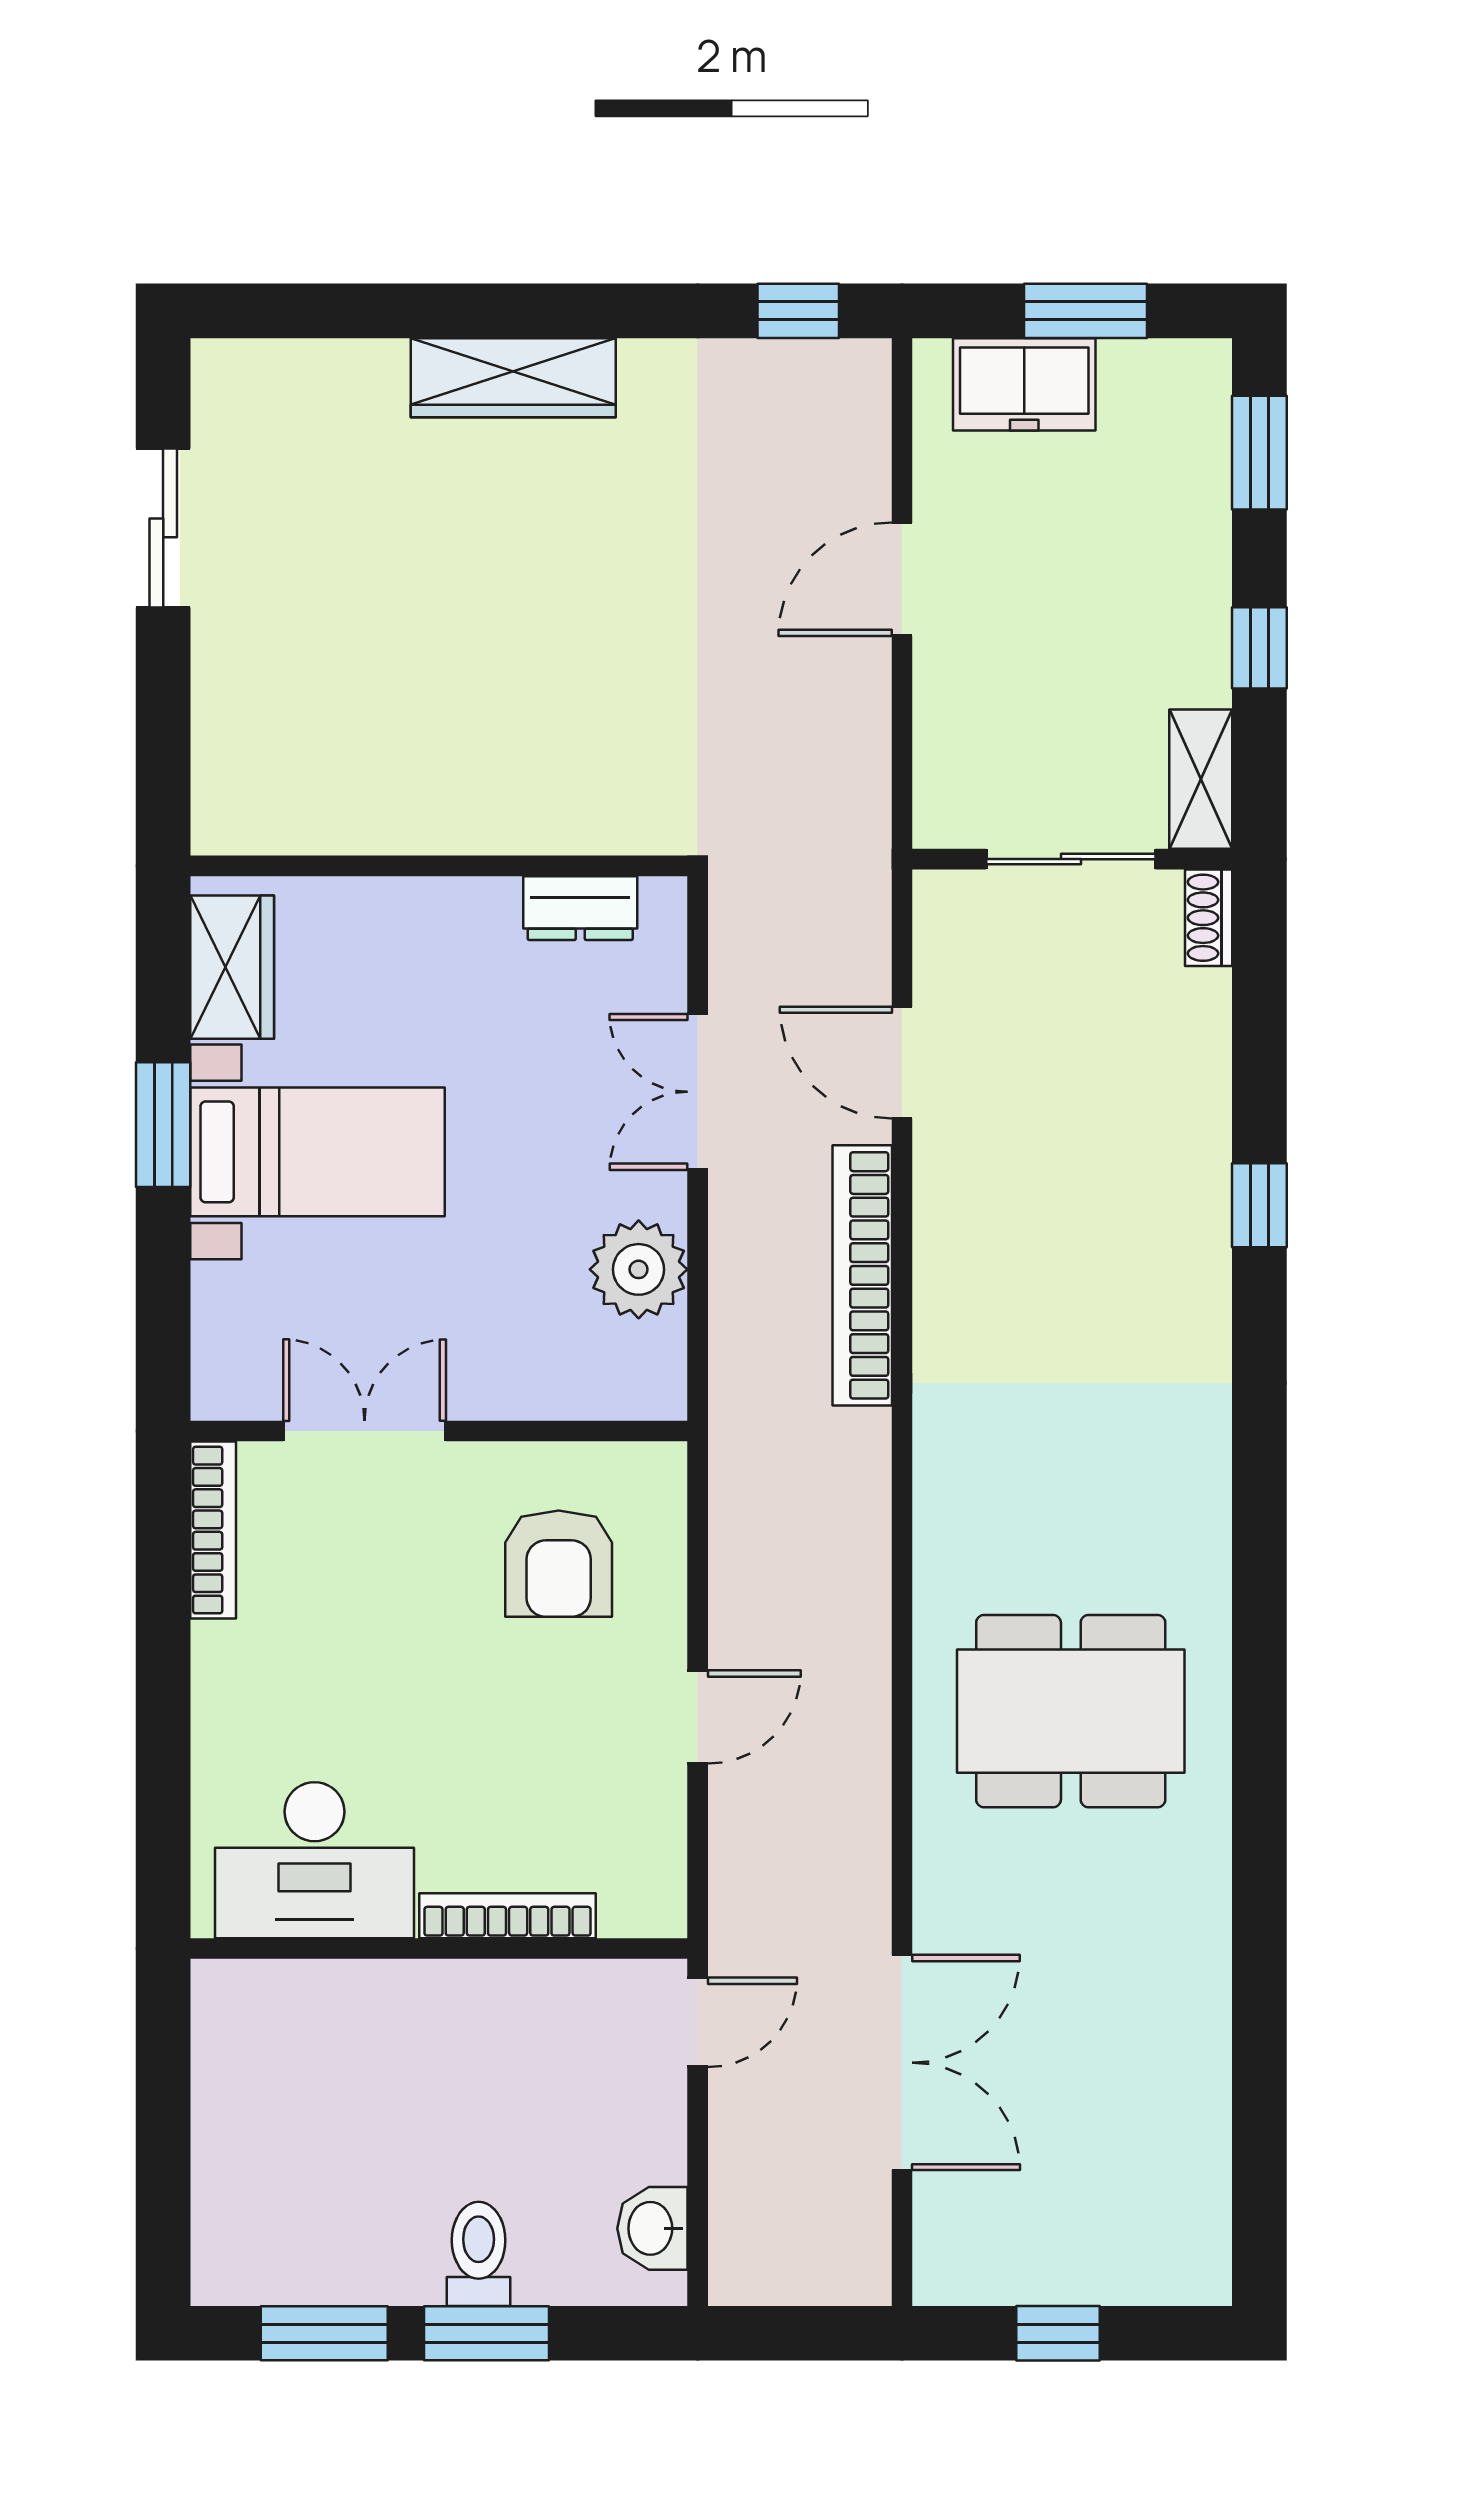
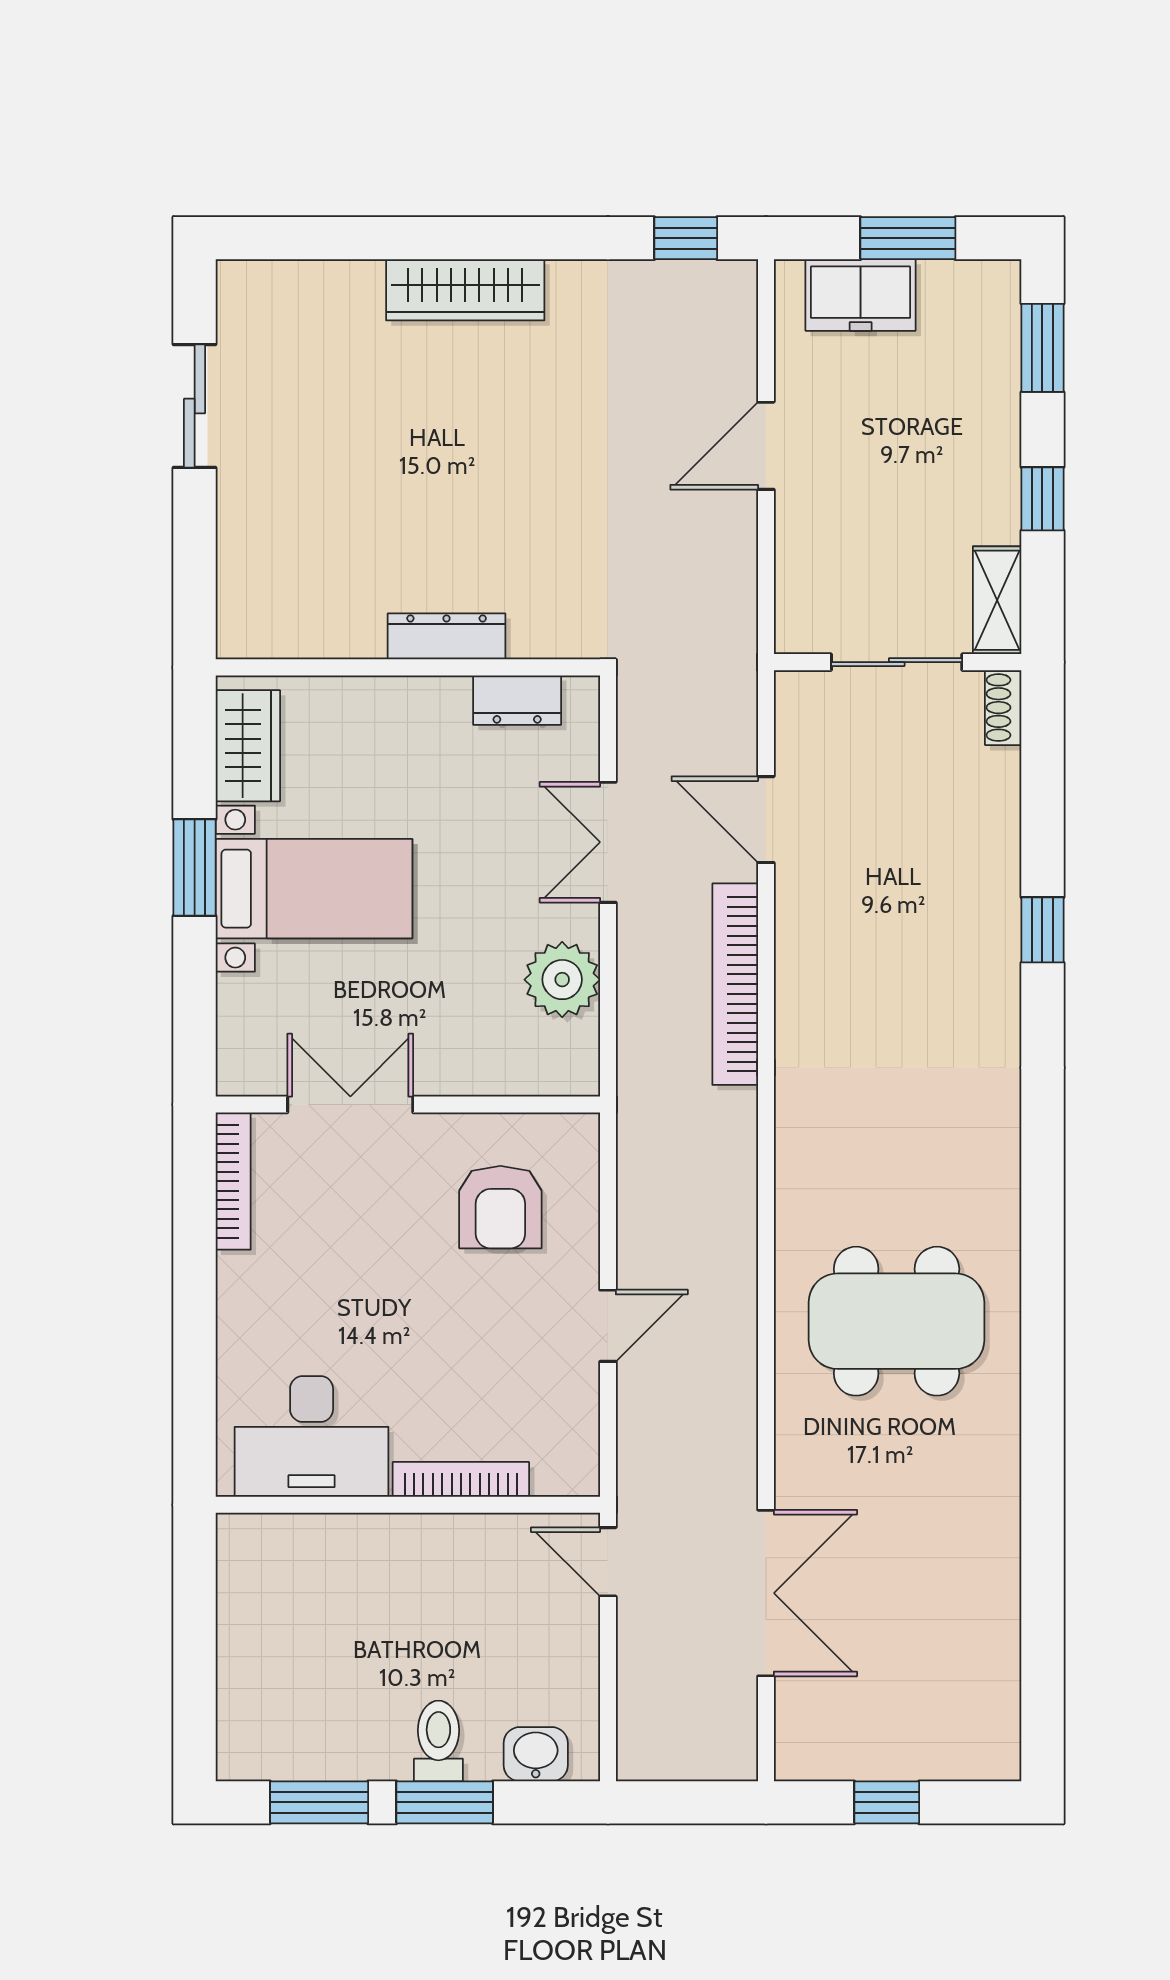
dresser: (489, 826) -> (447, 636), added
door: (698, 2022) -> (608, 1562), swing flipped
washbasin: (652, 2228) -> (536, 1754), moved, turned 90

